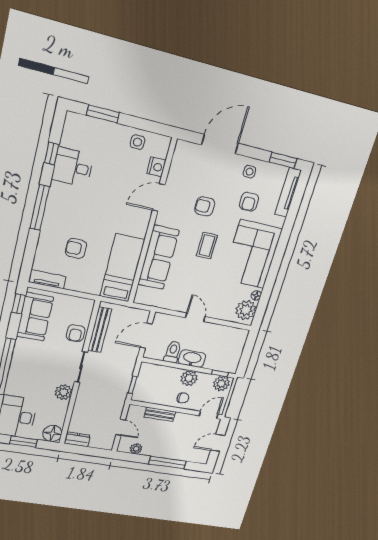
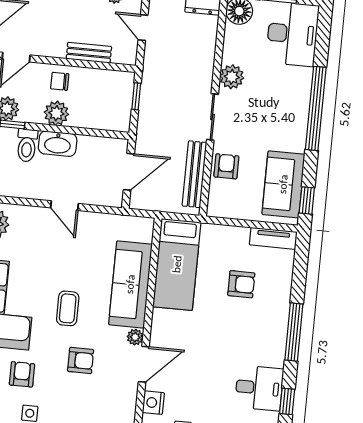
plant: (162, 219) -> (135, 337), added
toilet: (173, 352) -> (27, 145), moved

